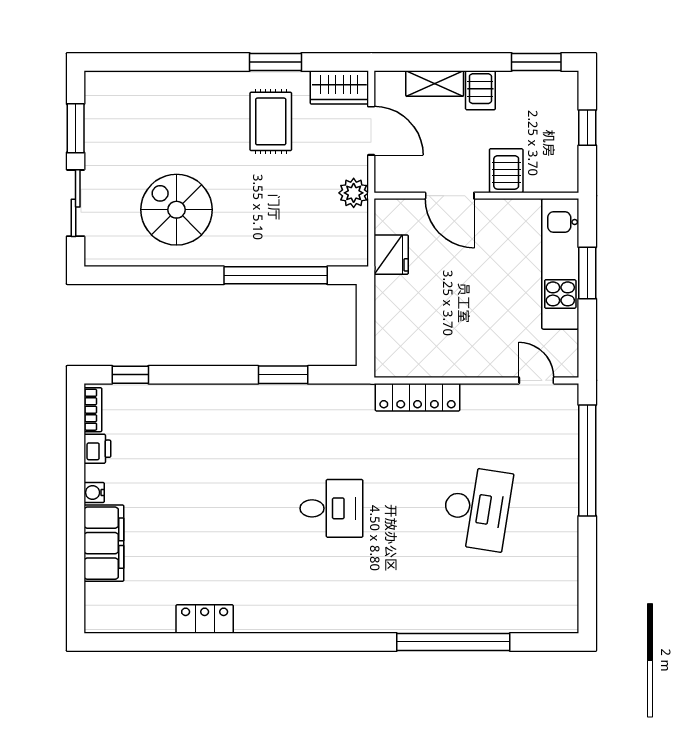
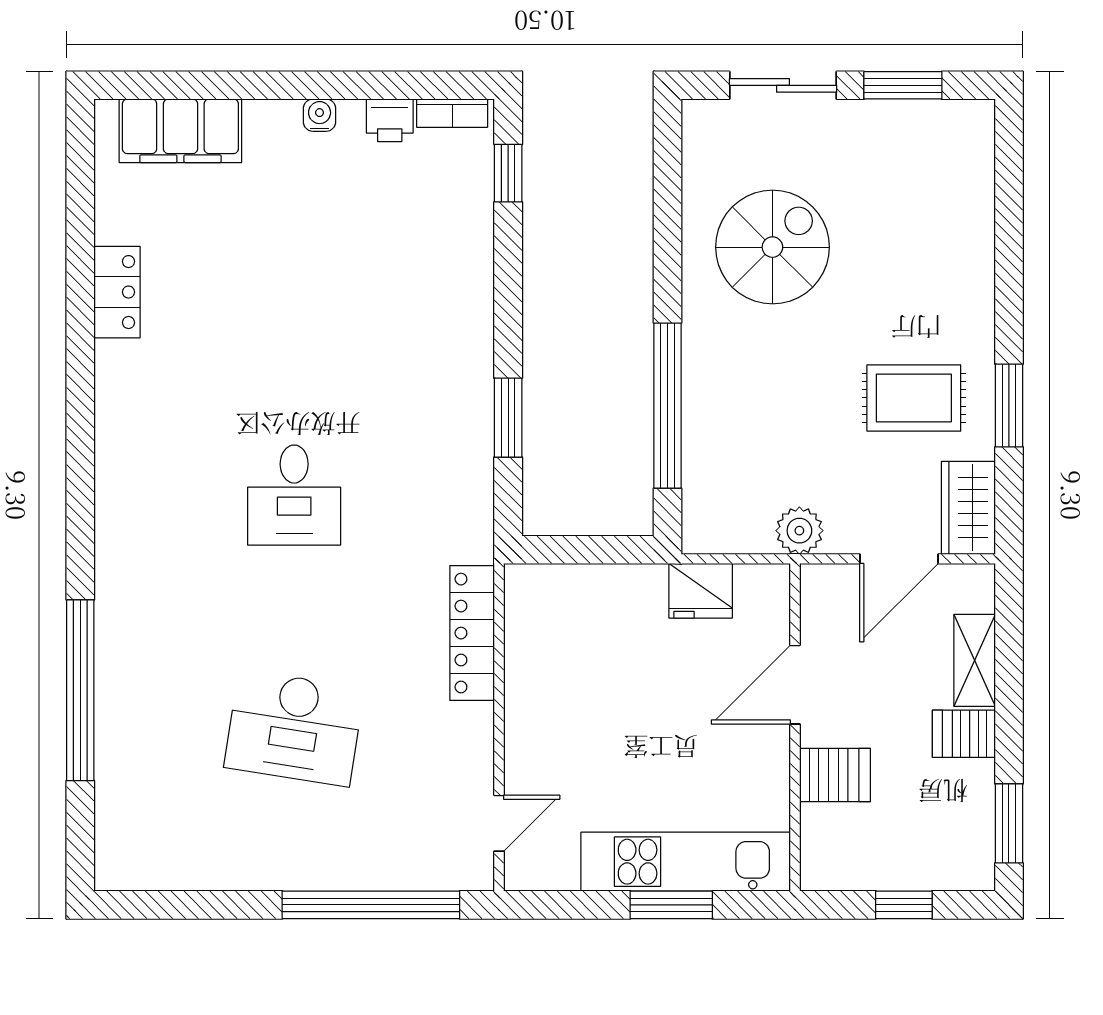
filing cabinet: (104, 543) -> (180, 131), moved

